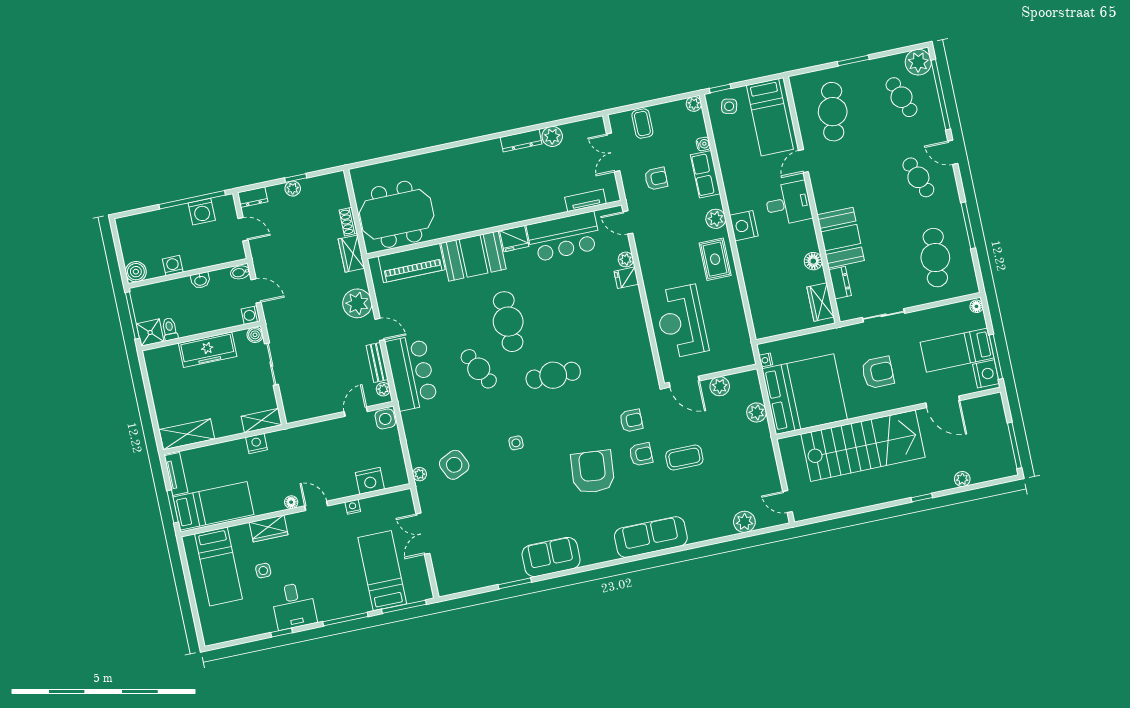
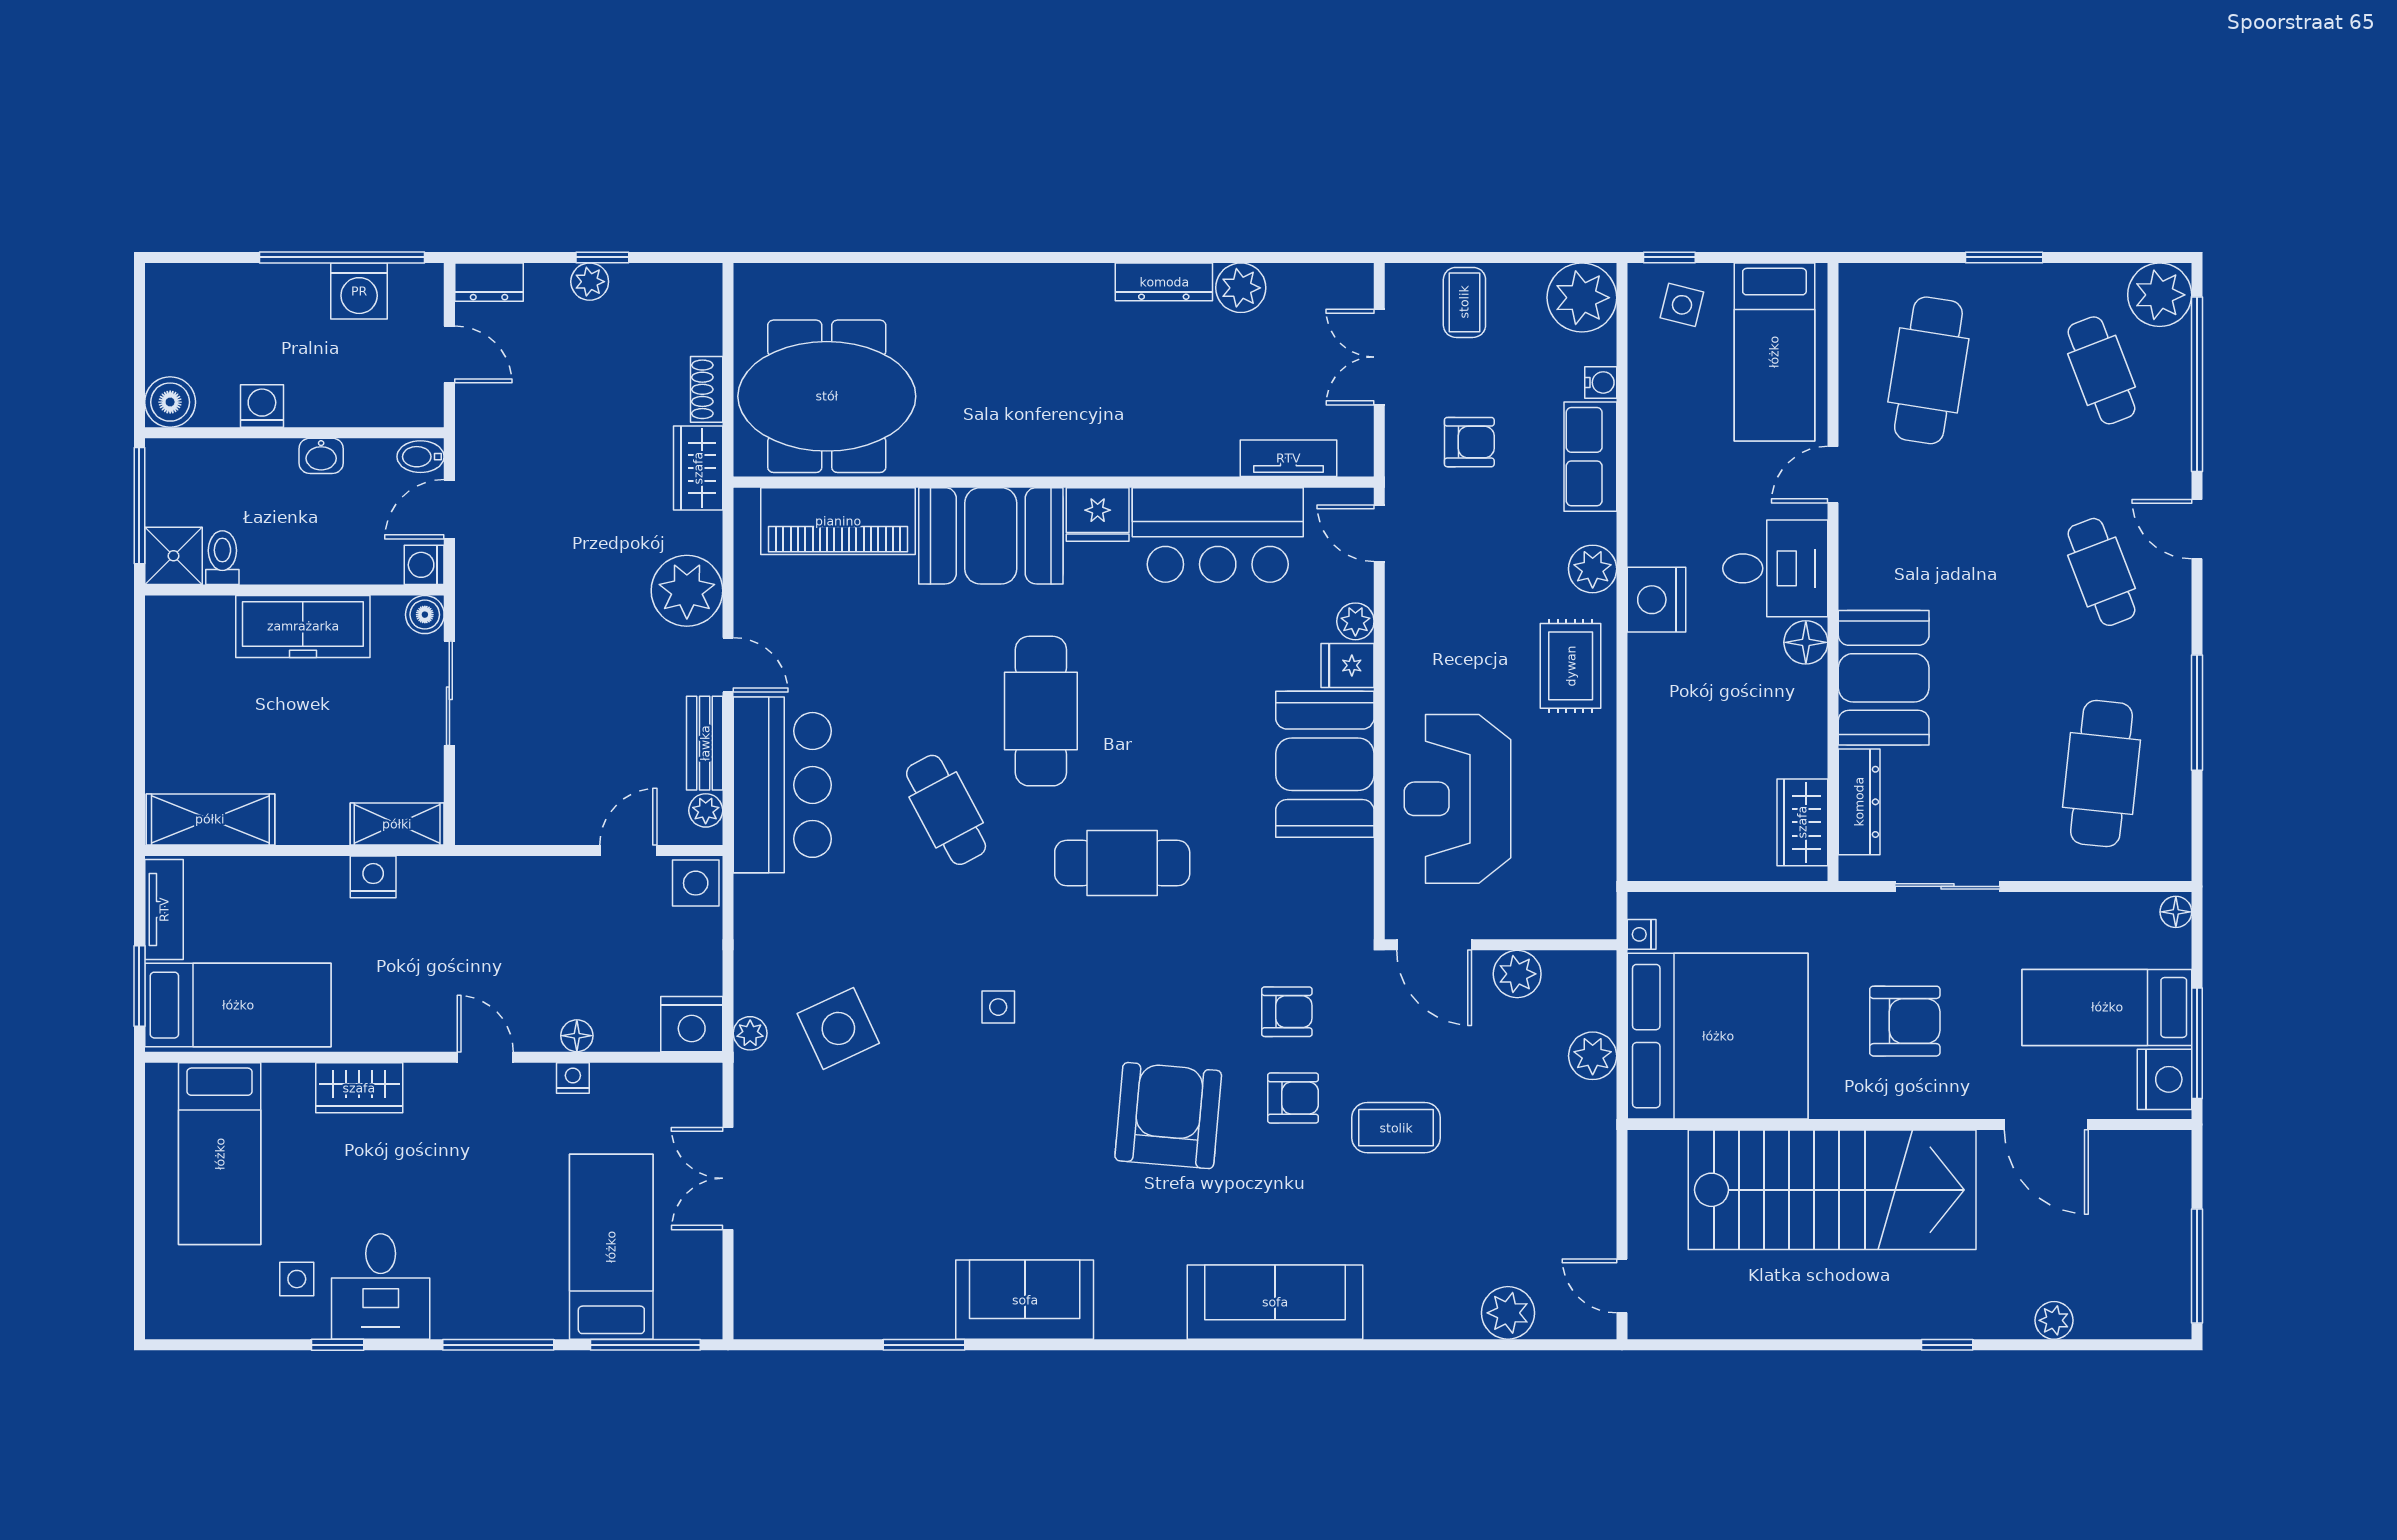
plant: (694, 104) -> (1582, 298), width x1.87, depth x1.87
floor lamp: (813, 261) -> (1806, 642), moved
dresser: (840, 283) -> (1859, 802), width x1.44
door: (256, 291) -> (449, 509), swing flipped
booth: (626, 319) -> (1325, 764), added
nightstand: (370, 481) -> (692, 1024), moved
floor lamp: (291, 502) -> (577, 1036), moved
side table: (263, 571) -> (297, 1279), moved

